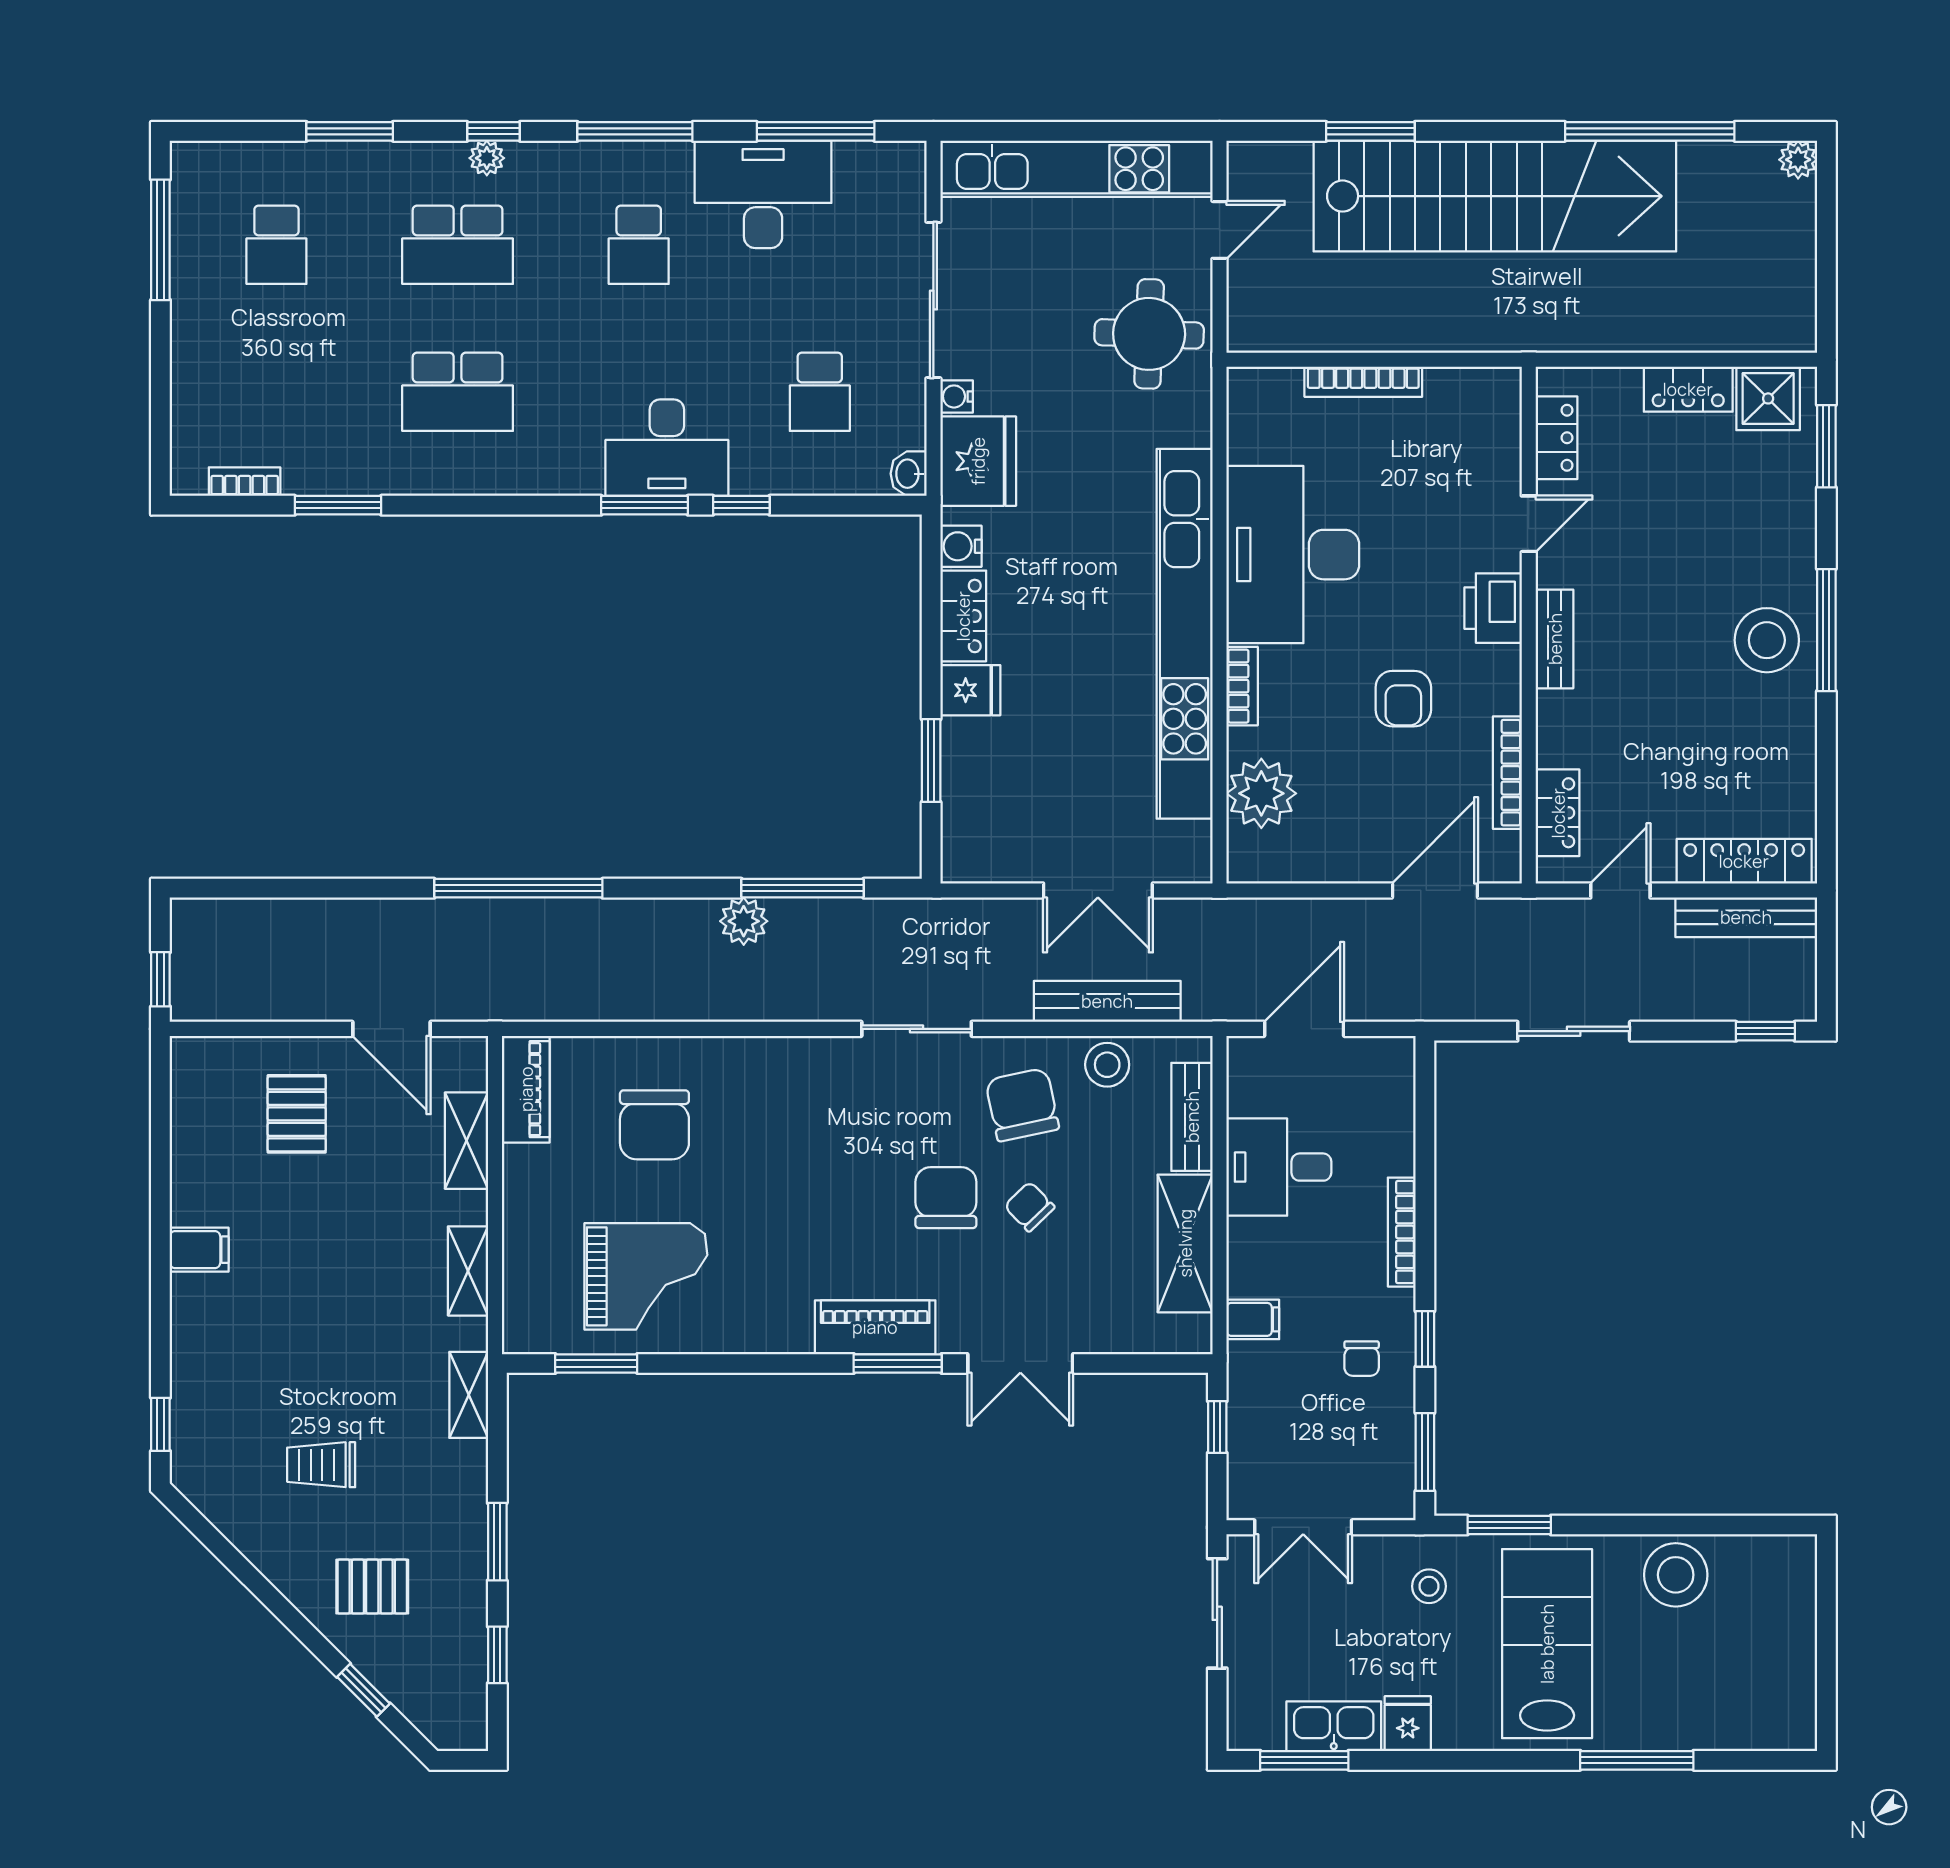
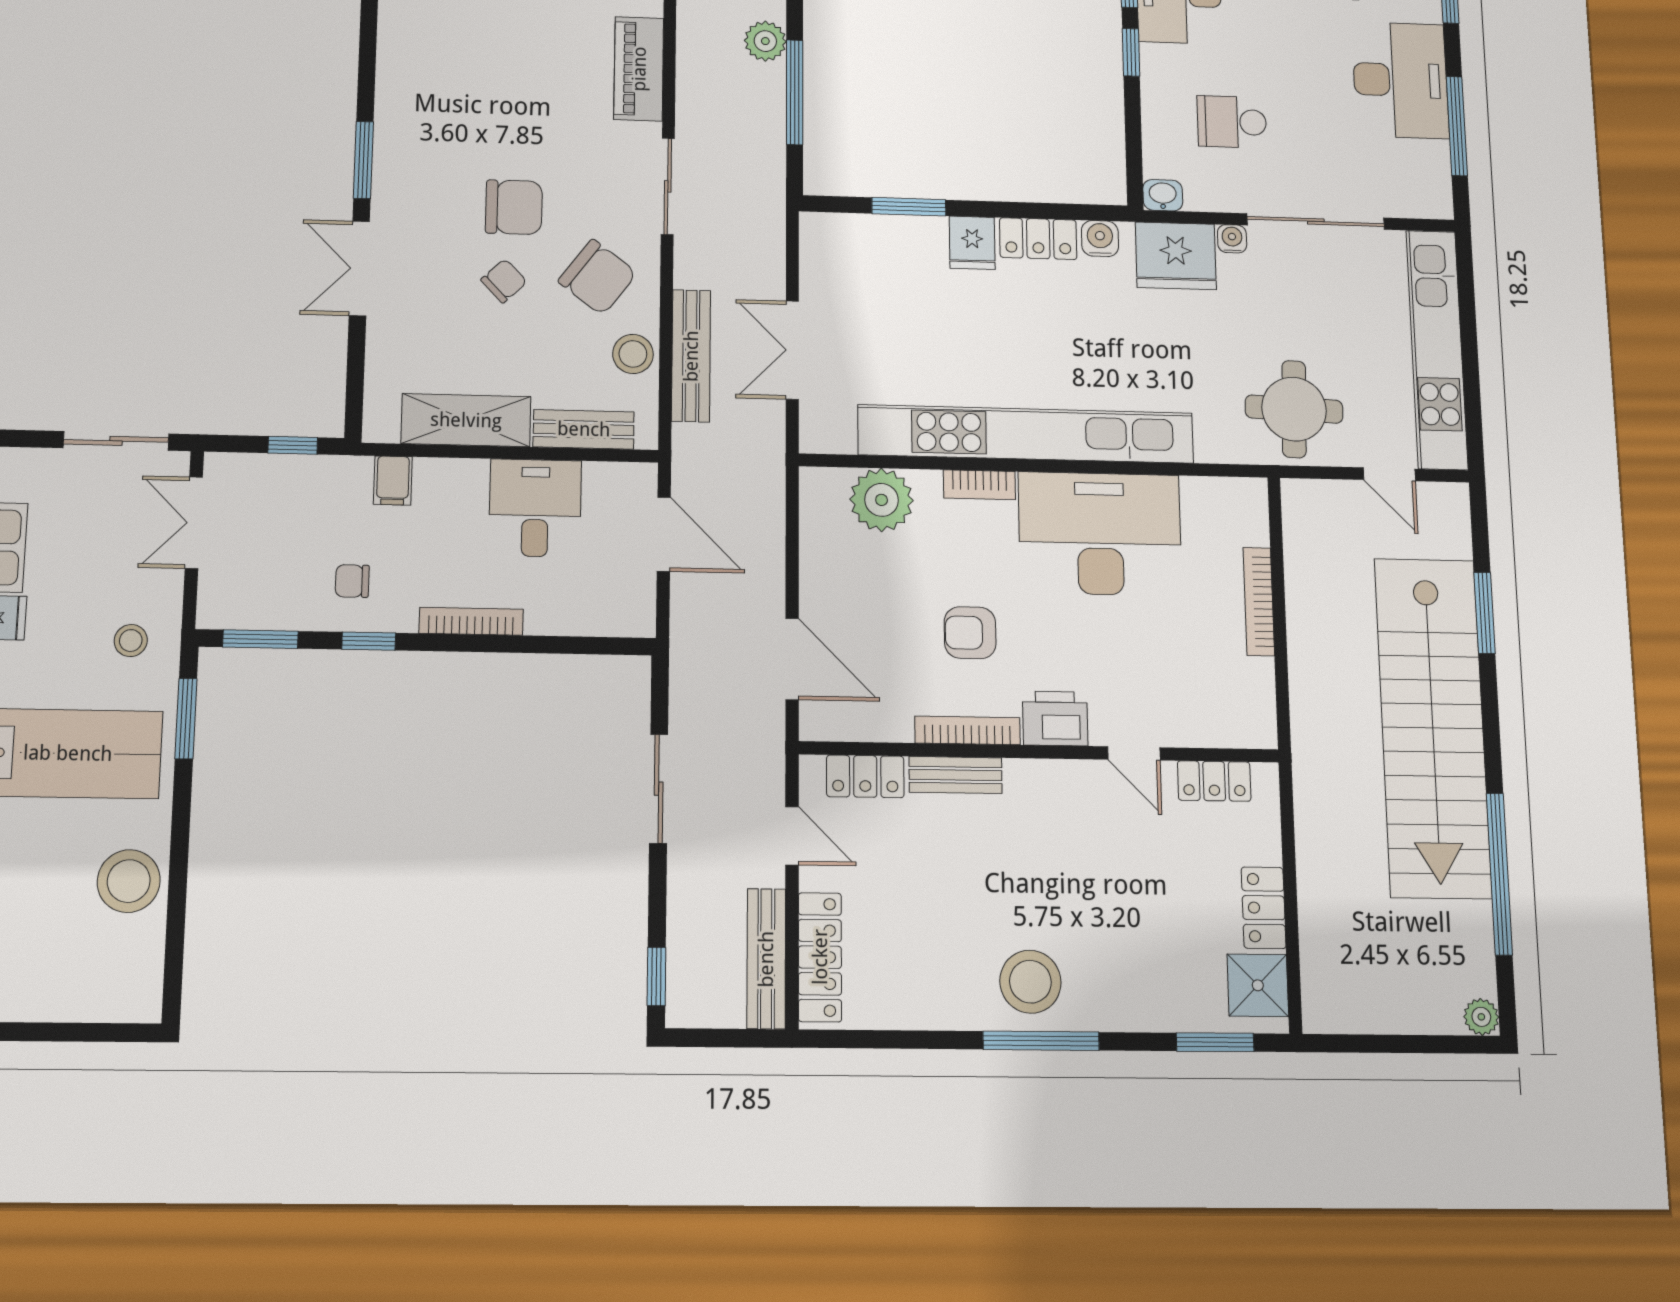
bench: (1555, 639) -> (956, 775), moved
bookcase: (1507, 773) -> (968, 730), moved
chair: (1022, 1105) -> (597, 277), turned 49
piano: (875, 1327) -> (639, 69), moved, turned 180

